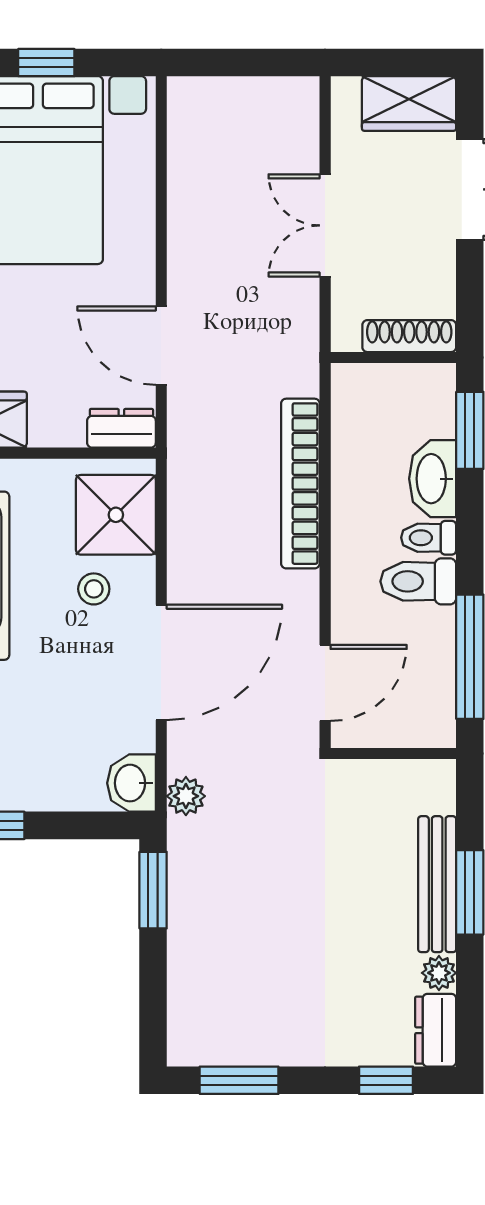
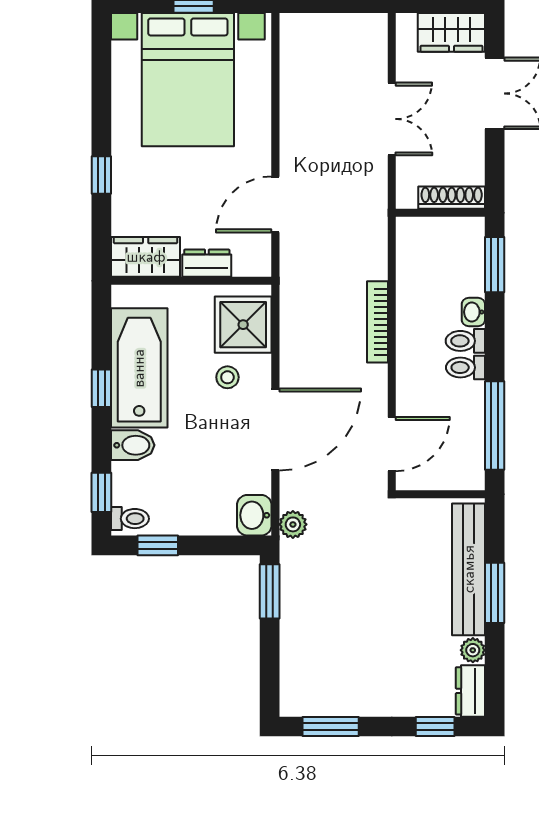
double door: (325, 225) -> (392, 119), swing flipped
door: (161, 346) -> (275, 204), hinge flipped
dresser: (121, 428) -> (207, 263), moved
washbasin: (433, 479) -> (473, 312), width x0.52, depth x0.69
bookcase: (300, 484) -> (378, 322), width x0.68, depth x0.76
toilet: (418, 581) -> (466, 367), width x0.73, depth x0.72
bench: (437, 884) -> (469, 569), width x1.37, depth x1.21

